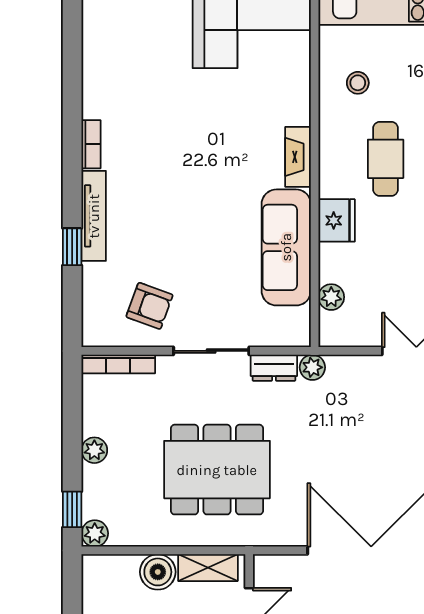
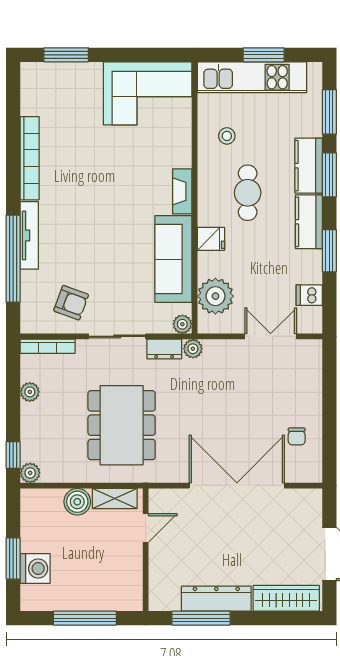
bookcase: (91, 144) -> (30, 158), width x2.31, depth x1.31
fridge: (337, 220) -> (211, 239), width x0.72
window: (72, 247) -> (13, 259), width x3.17
plant: (331, 297) -> (215, 296), width x1.87, depth x1.87
plant: (298, 335) -> (182, 324), added
plant: (94, 450) -> (30, 392), moved
dining table: (217, 470) -> (122, 425), turned 90

